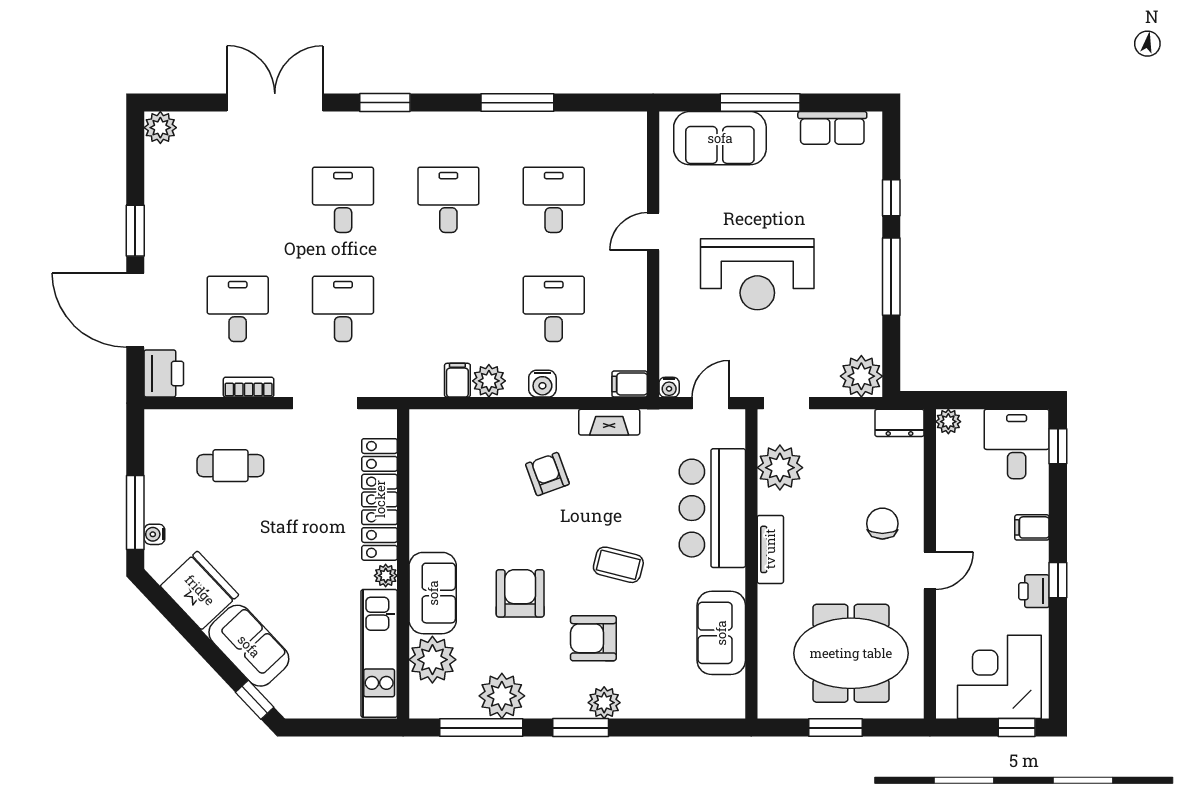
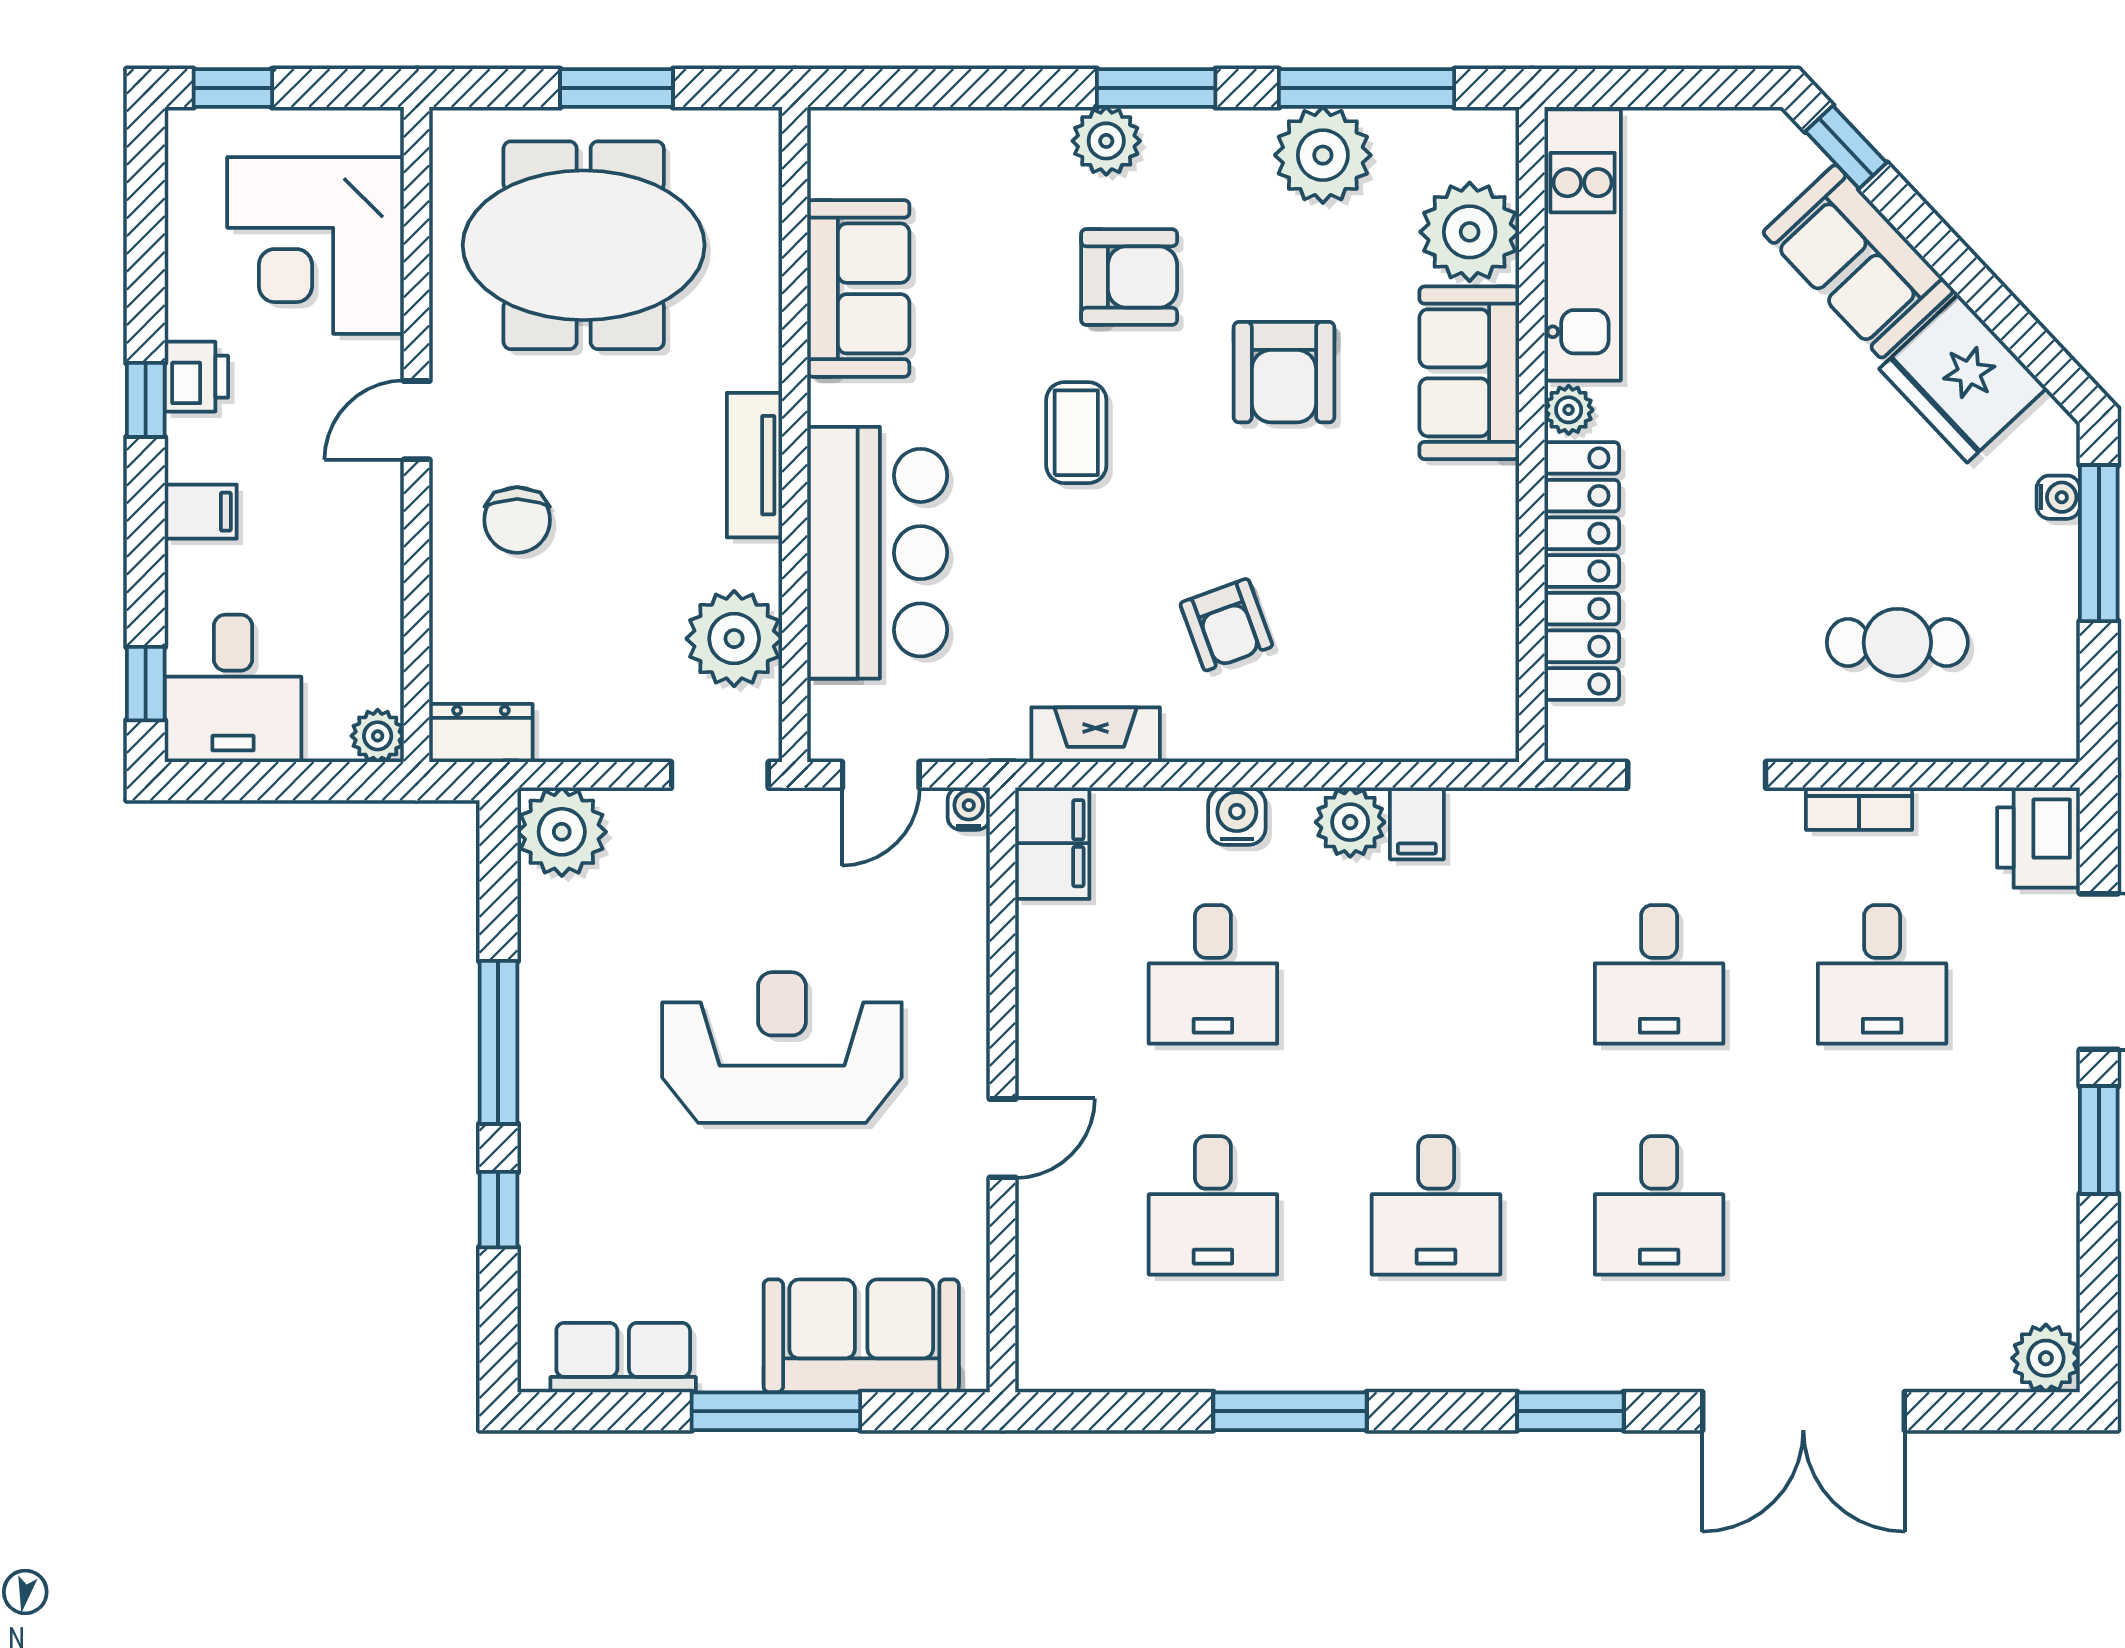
filing cabinet: (630, 384) -> (1052, 843), width x2.00
coffee table: (618, 565) -> (1076, 433), turned 76
corner desk: (999, 677) -> (316, 245), moved, turned 90

